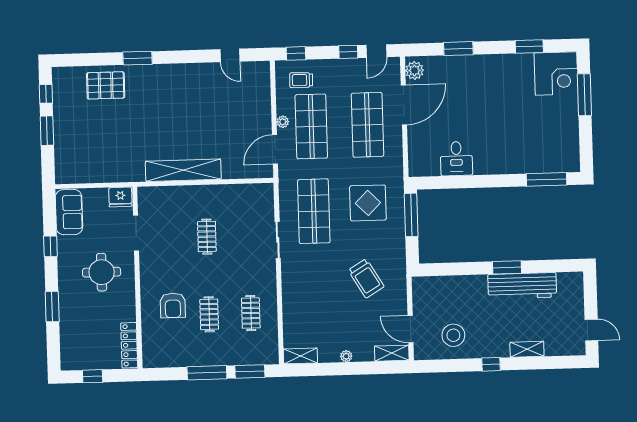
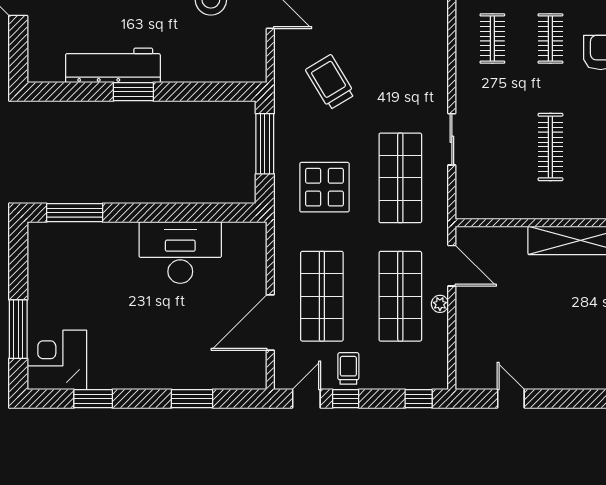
plant: (414, 70) -> (254, 370), removed
trolley: (301, 80) -> (348, 368), moved, turned -91
door: (275, 149) -> (452, 266), hinge flipped
desk: (456, 159) -> (180, 252), width x1.87, depth x1.30
window: (411, 215) -> (265, 144), moved
clothes rail: (207, 237) -> (550, 147), width x1.36

